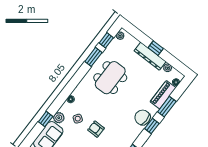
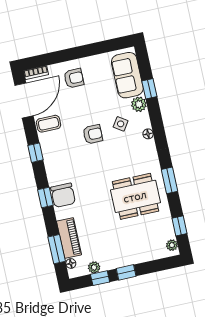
dresser: (150, 56) -> (123, 259), removed
window: (93, 57) -> (170, 180), moved
window: (171, 60) -> (100, 278), added
dining table: (110, 78) -> (135, 196), turned 90
window: (167, 107) -> (57, 249), moved
chair: (143, 117) -> (63, 195), turned 90

